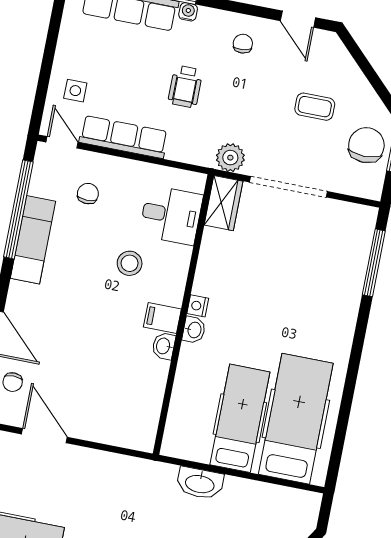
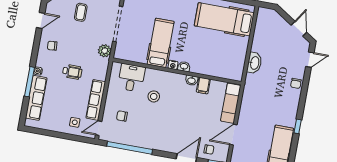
wardrobe: (224, 203) -> (126, 54), removed
exam couch: (33, 240) -> (231, 103), moved, turned -90
filing cabinet: (162, 318) -> (203, 86), moved
hospital bed: (240, 418) -> (161, 43), moved, turned 90

